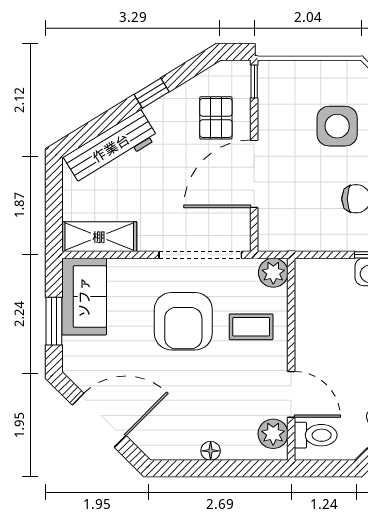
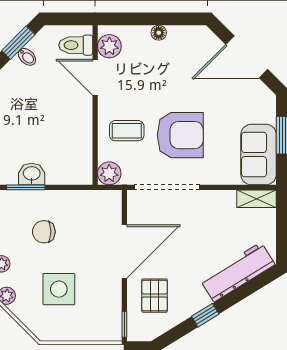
shelving: (99, 237) -> (256, 199), width x0.67, depth x0.75
armchair: (183, 321) -> (180, 135), turned 90

